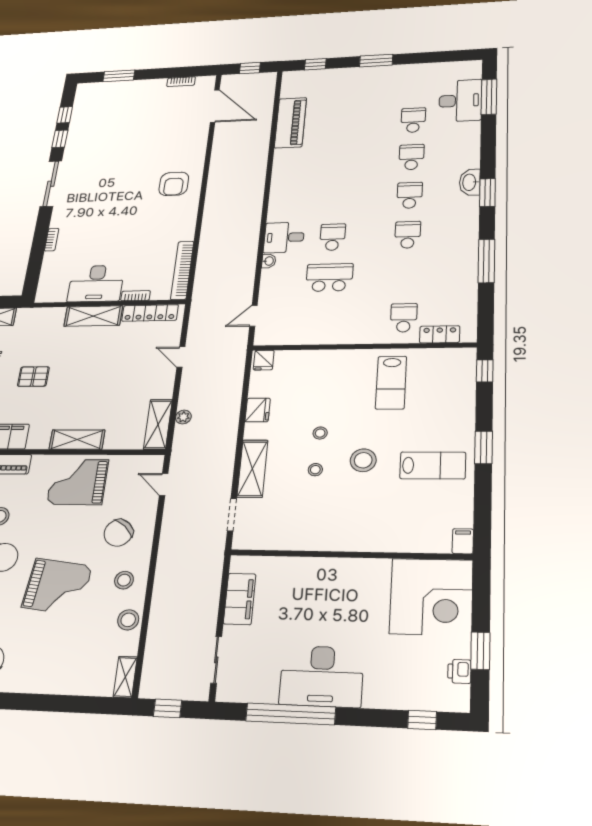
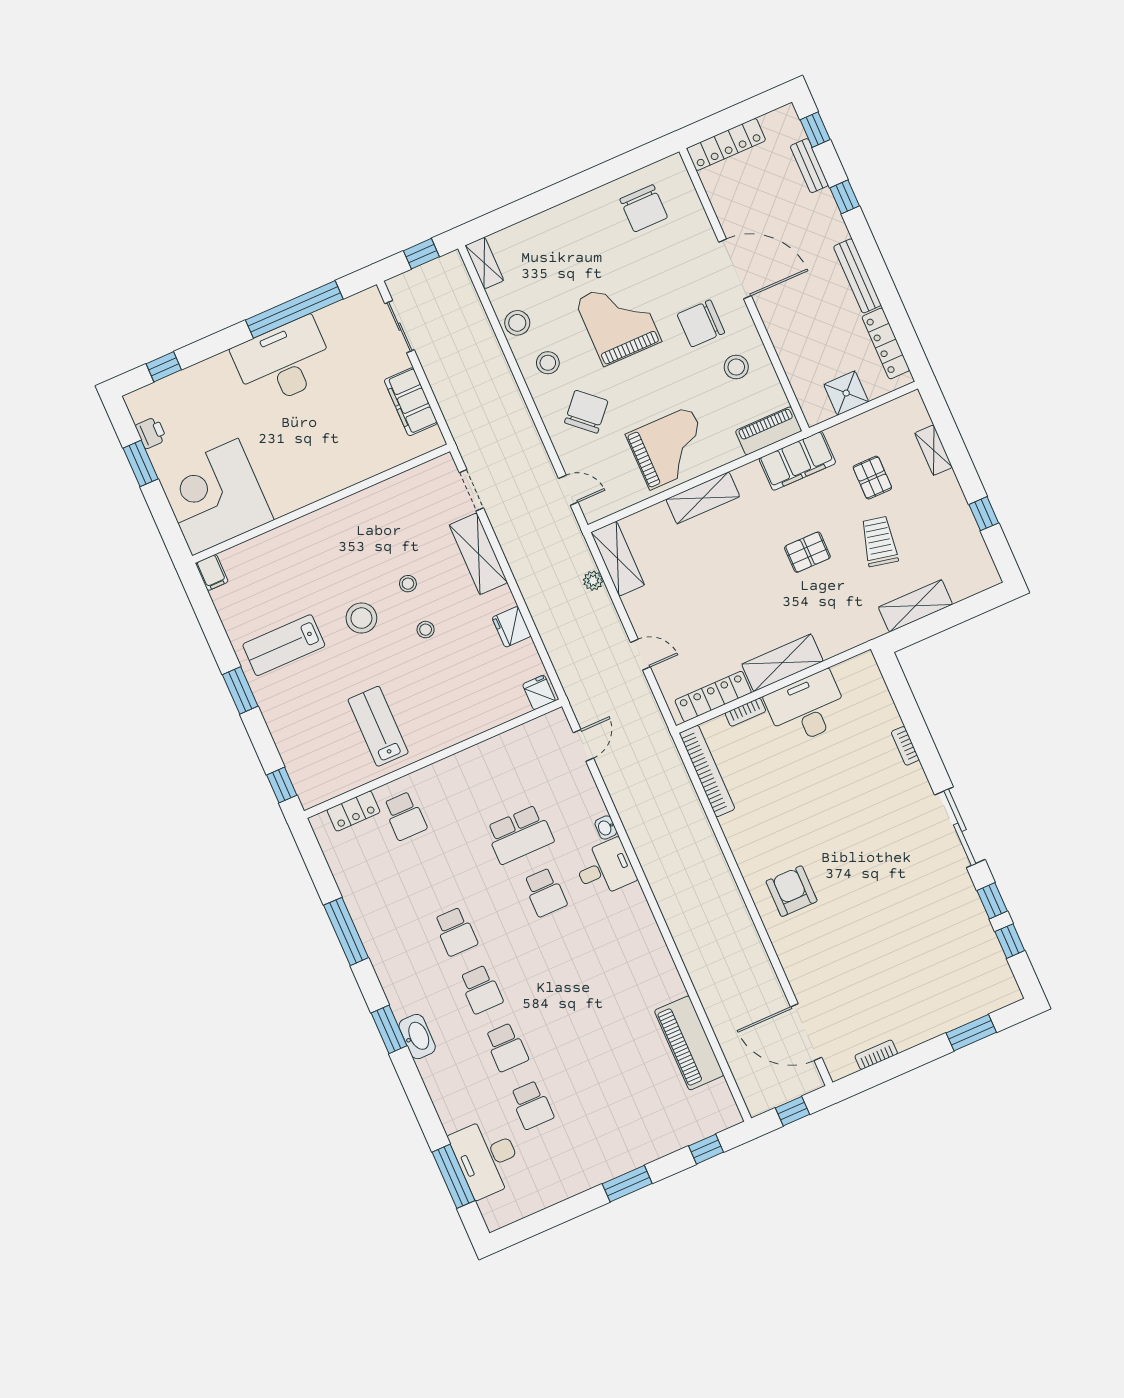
grand piano: (57, 587) -> (618, 321), turned 83

